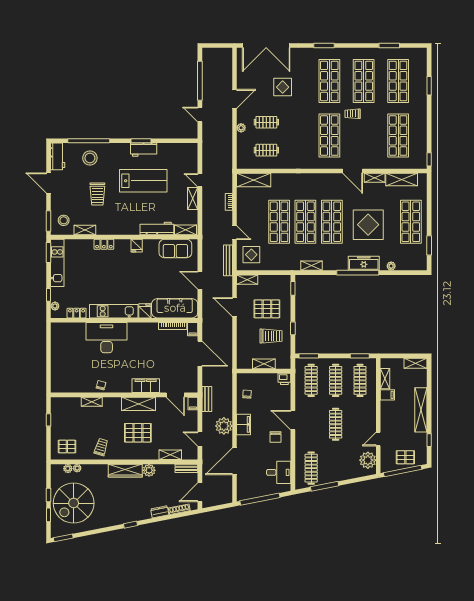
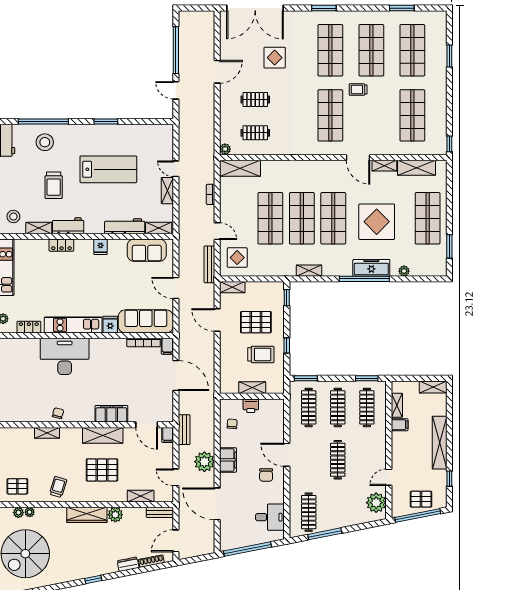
plant: (241, 128) -> (225, 149), moved
workbench: (144, 150) -> (68, 226), moved, turned 180
printer: (284, 379) -> (251, 406), moved
door: (234, 461) -> (217, 504), hinge flipped

